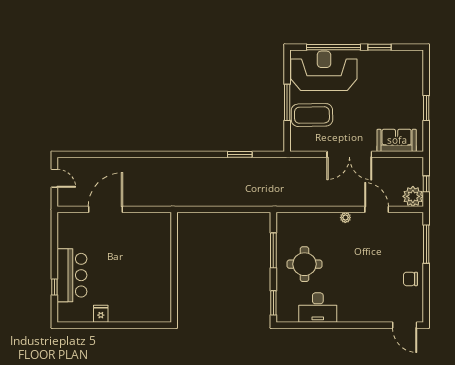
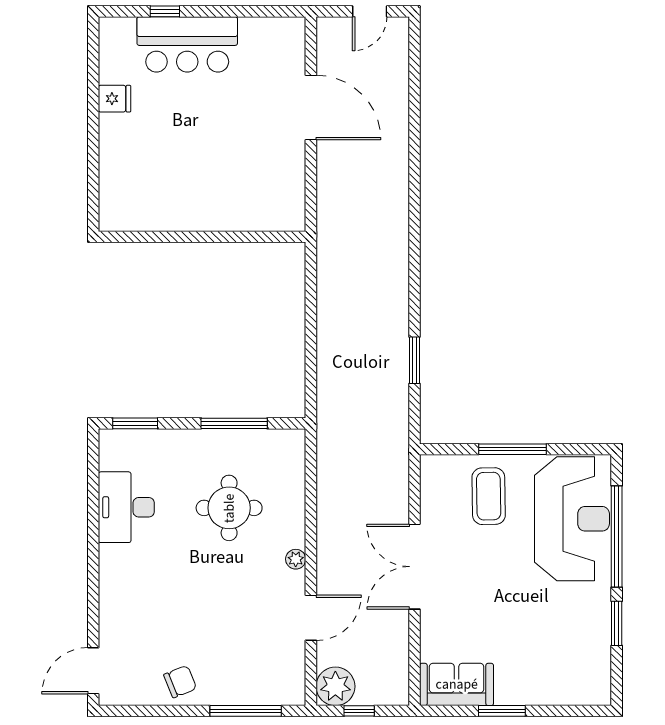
coffee table: (312, 115) -> (489, 496), width x0.73, depth x0.76
sofa: (397, 140) -> (457, 684), moved, turned -90
round table: (305, 264) -> (229, 508), moved
chair: (410, 279) -> (180, 682), turned 68

